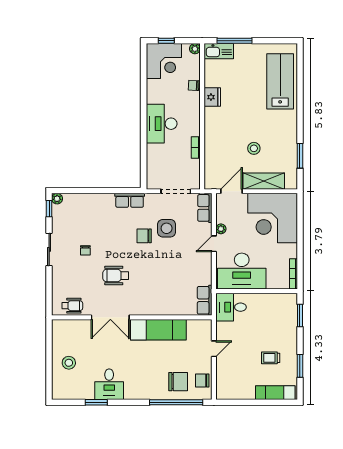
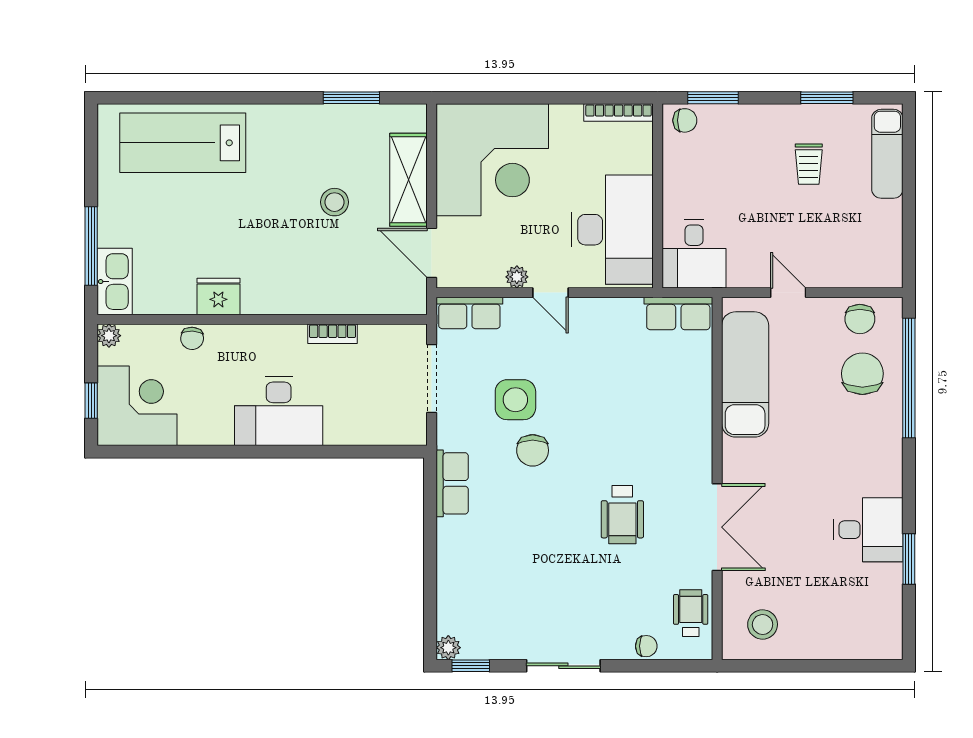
chair: (85, 250) -> (646, 646), moved
chair: (290, 303) -> (685, 120), added
exam couch: (158, 330) -> (745, 374), moved
stool: (69, 363) -> (763, 625), moved

